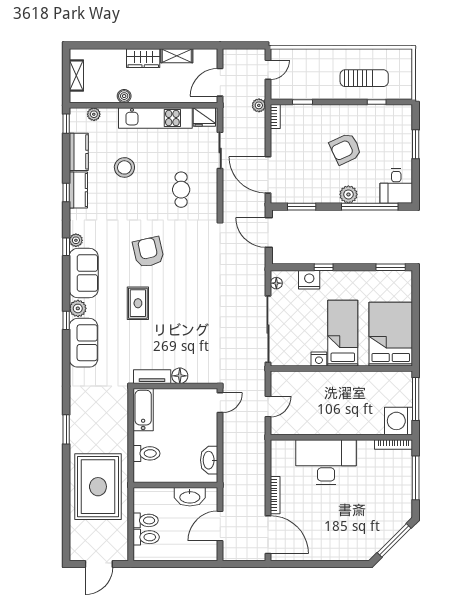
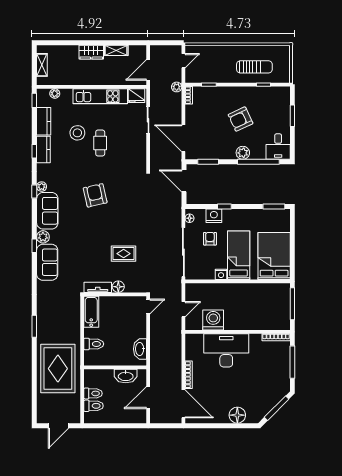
boiler: (124, 96) -> (77, 80), removed
cafe table: (181, 190) -> (100, 143), moved
rug: (138, 303) -> (124, 254), moved, turned 90
armchair: (304, 311) -> (210, 239), added
washing machine: (399, 421) -> (213, 320), moved, turned 90
floor lamp: (341, 550) -> (237, 415), added

